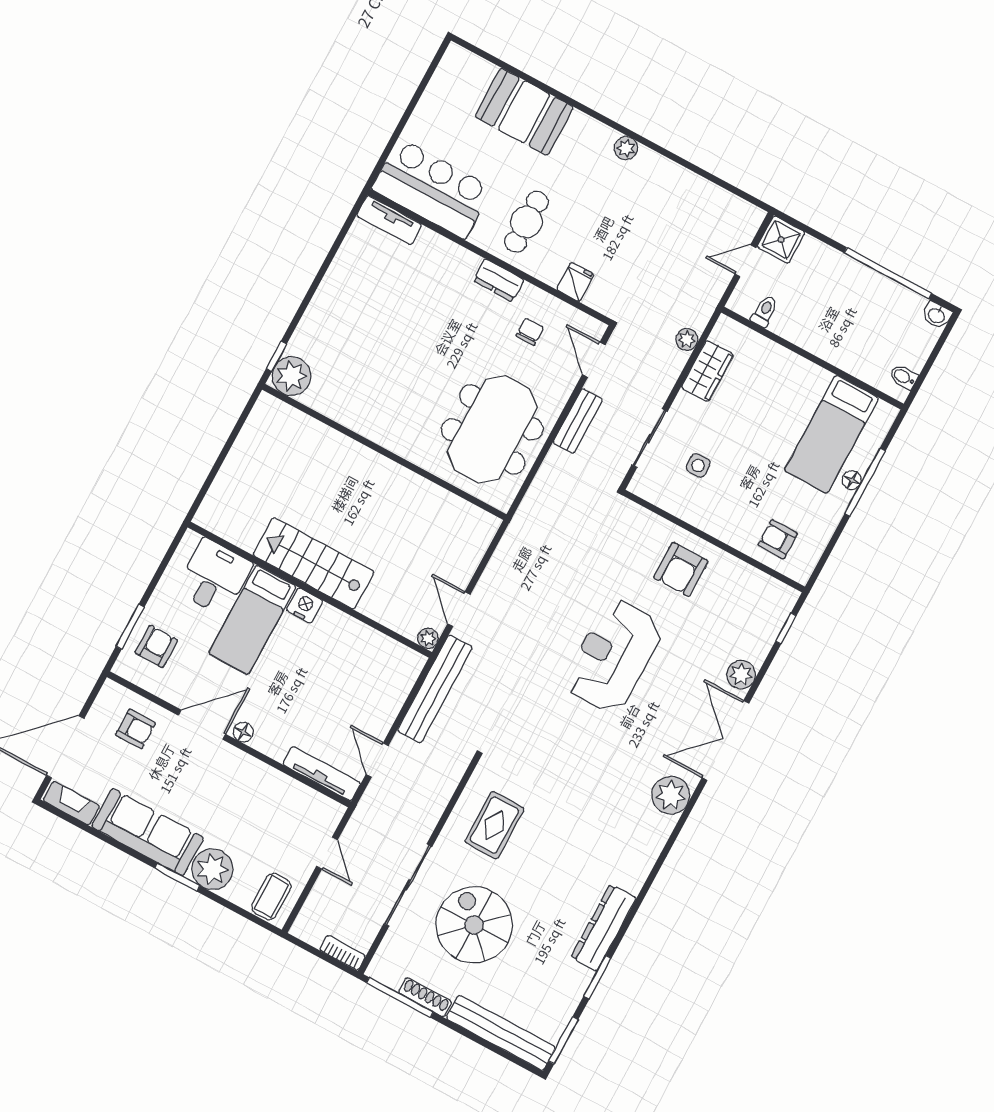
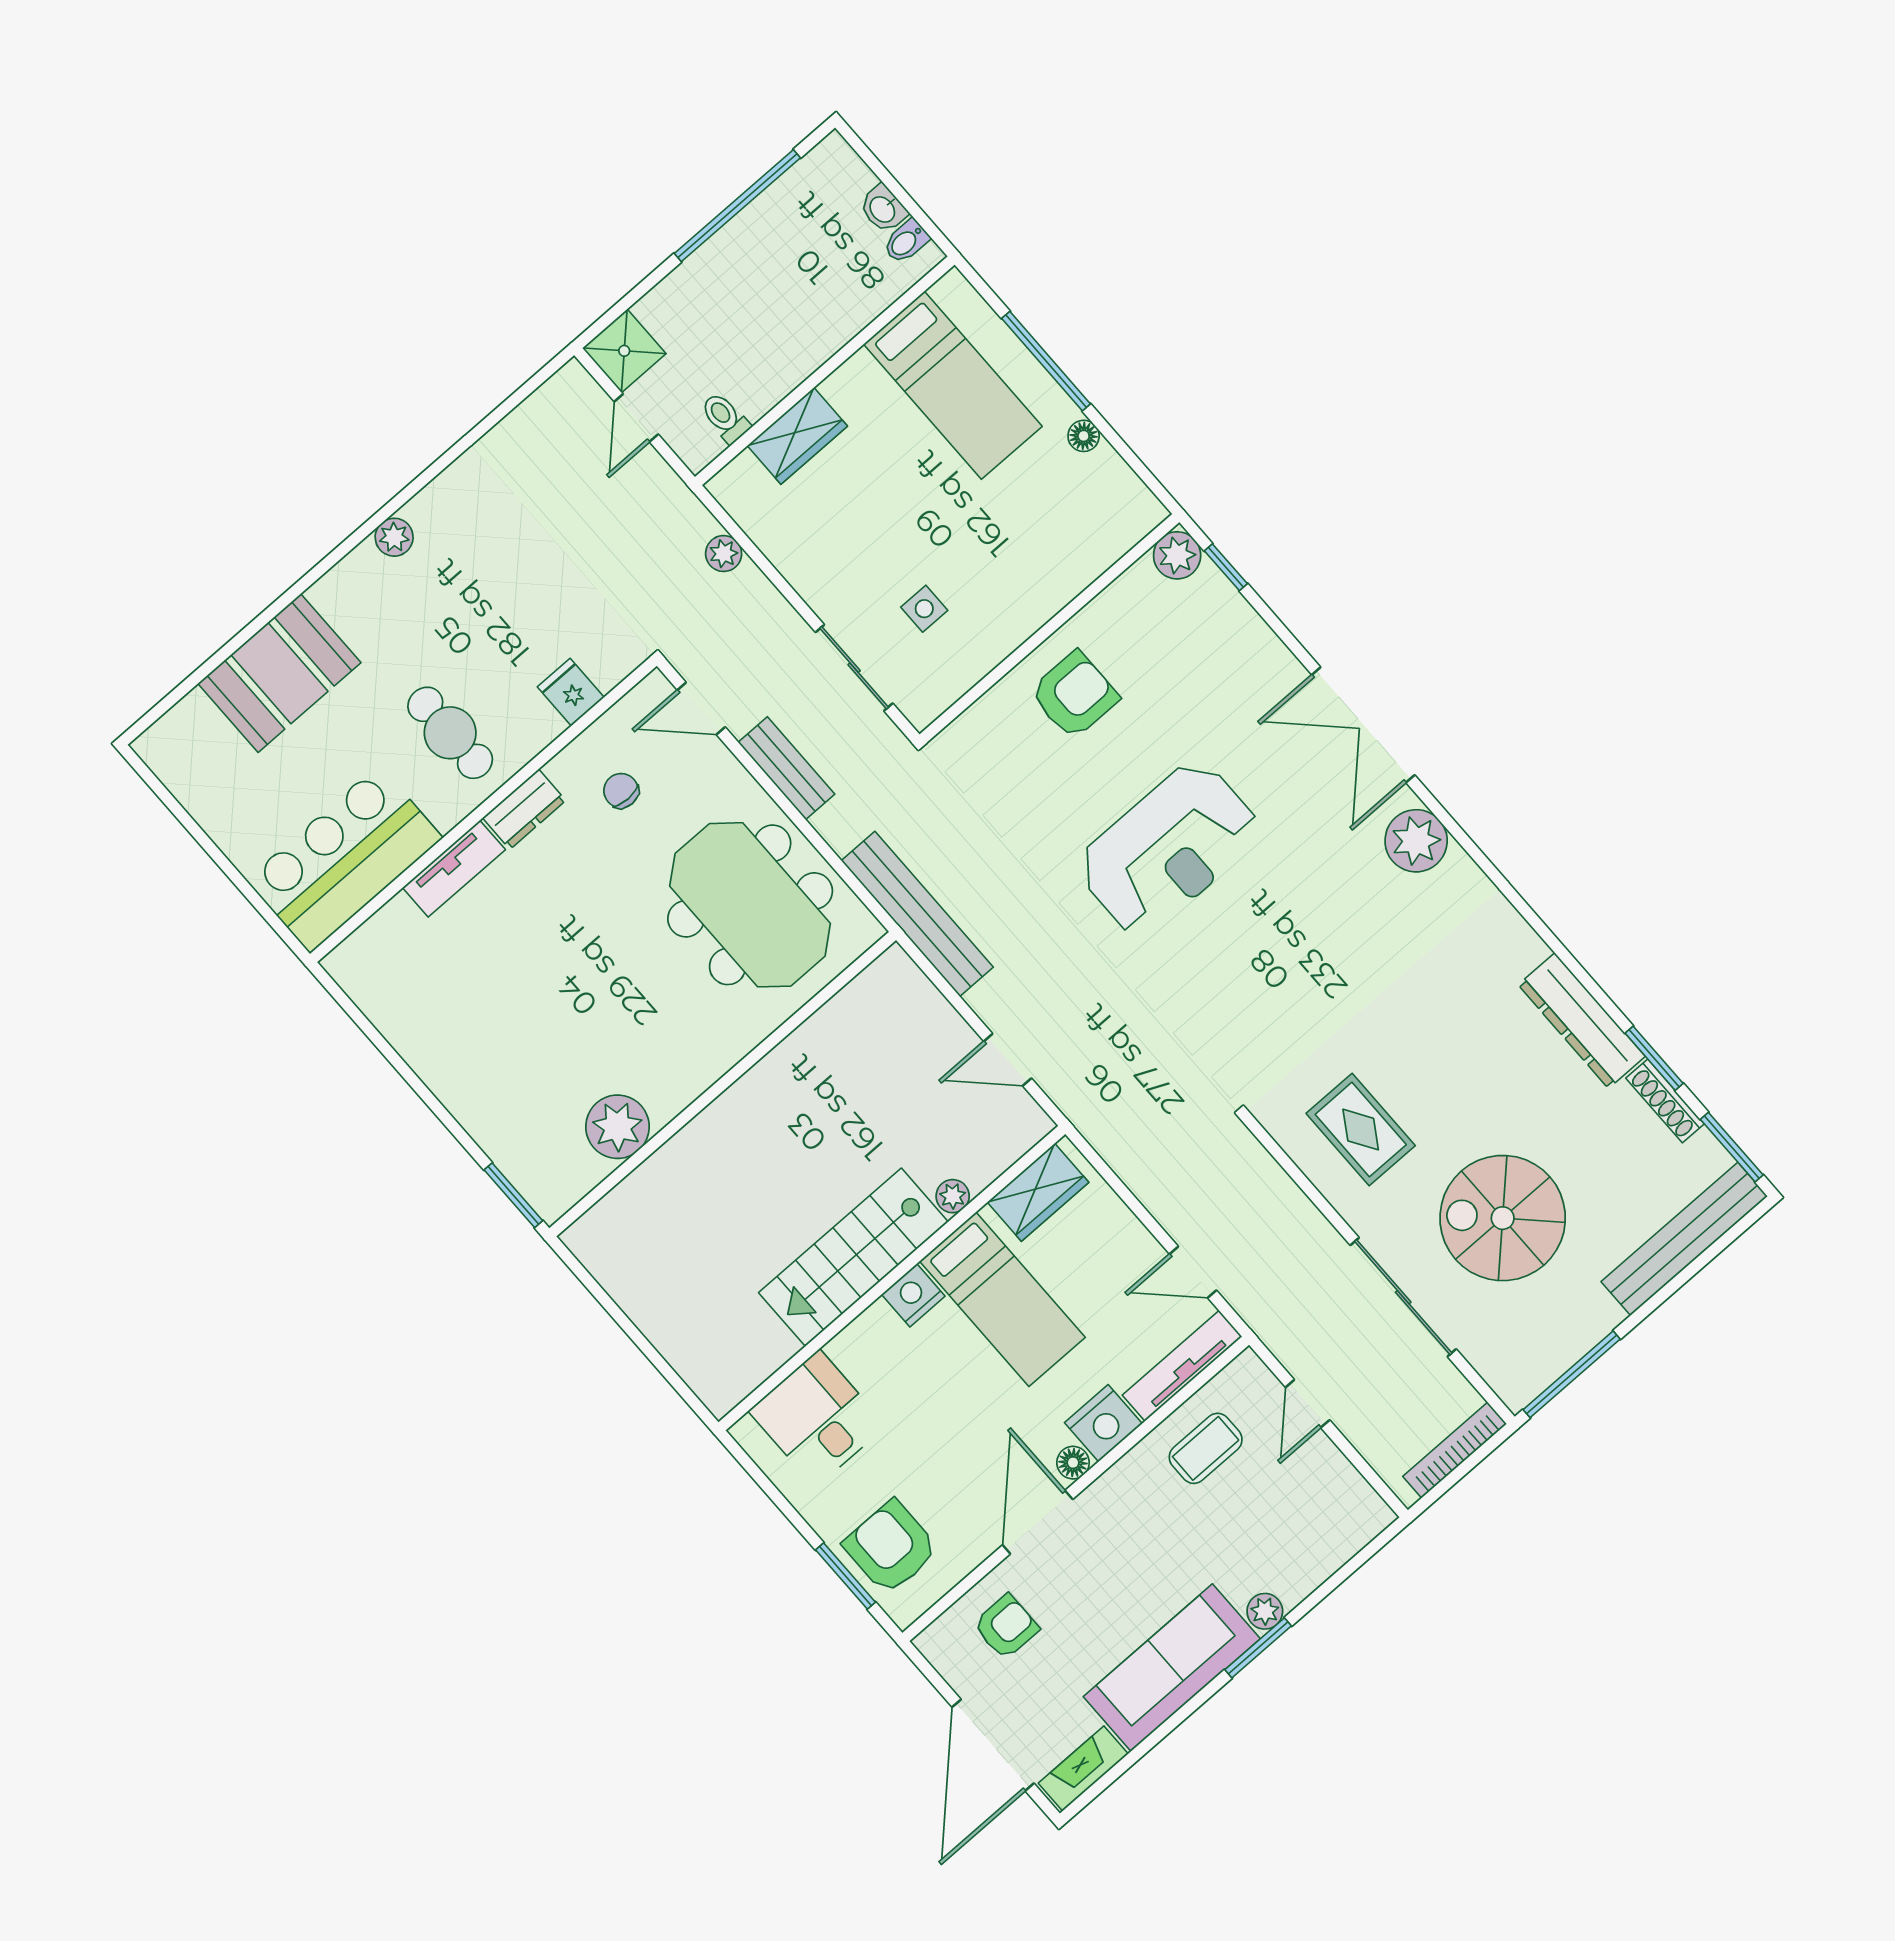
tv unit: (389, 220) -> (454, 869), moved
washbasin: (937, 315) -> (883, 209), moved, turned 90
window: (276, 356) -> (513, 1195), width x1.50
wardrobe: (707, 371) -> (797, 436), moved, turned 90
plant: (291, 376) -> (618, 1127), moved
floor lamp: (852, 480) -> (1084, 436), moved
armchair: (778, 539) -> (1084, 529), removed
armchair: (681, 569) -> (1074, 695), turned -90
bed: (252, 620) -> (1002, 1299), moved
plant: (428, 638) -> (953, 1196), moved
armchair: (156, 646) -> (891, 1547), width x1.38, depth x1.38
wardrobe: (390, 655) -> (1038, 1192), added
reception desk: (613, 656) -> (1169, 849), turned -90
plant: (741, 675) -> (1177, 555), moved
bench: (435, 689) -> (917, 914), moved
nightstand: (272, 741) -> (1103, 1423), added
door: (327, 853) -> (1308, 1404), swing flipped
plant: (212, 869) -> (1265, 1611), width x0.53, depth x0.53
coffee table: (271, 897) -> (1206, 1448), moved, turned 90
bookcase: (343, 953) -> (1455, 1450), width x1.56
shoe rack: (425, 997) -> (1665, 1101), moved, turned -90

